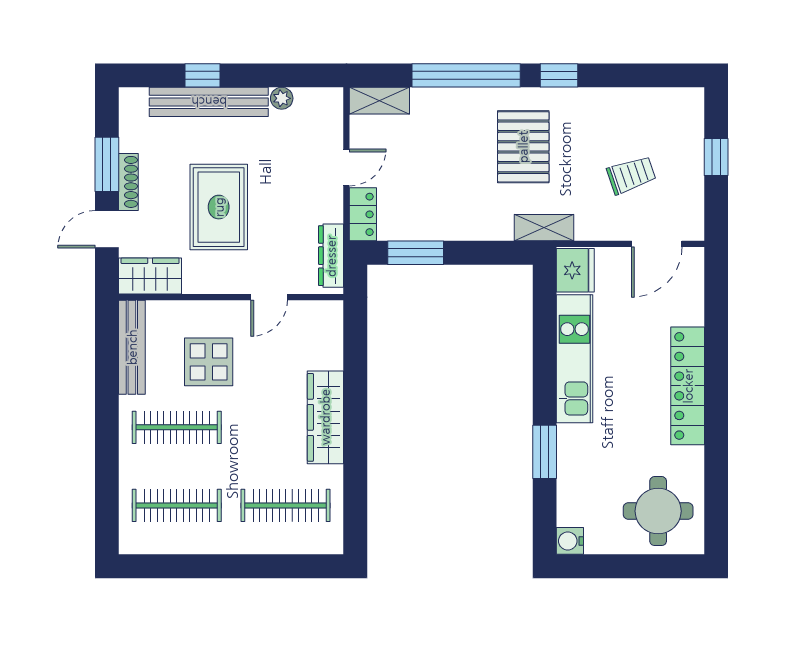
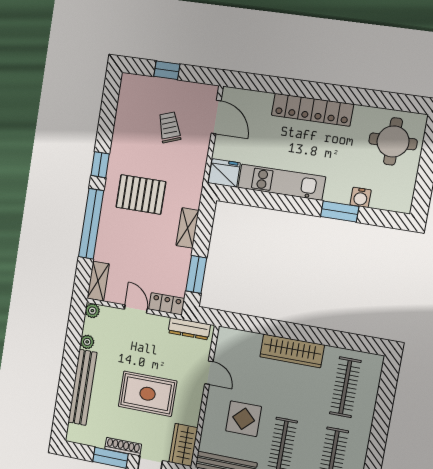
window: (202, 75) -> (66, 388), removed
plant: (332, 99) -> (92, 311), added
shelving: (544, 228) -> (187, 228), moved
water cooler: (570, 541) -> (361, 197), moved

